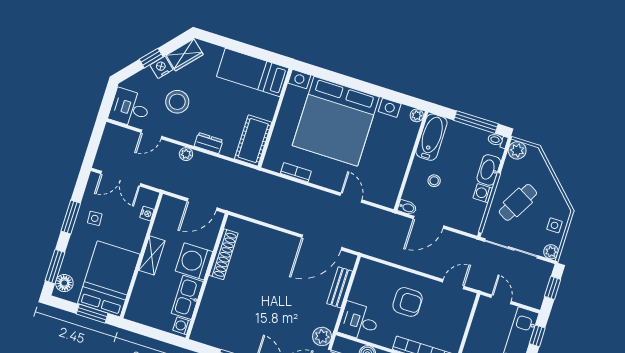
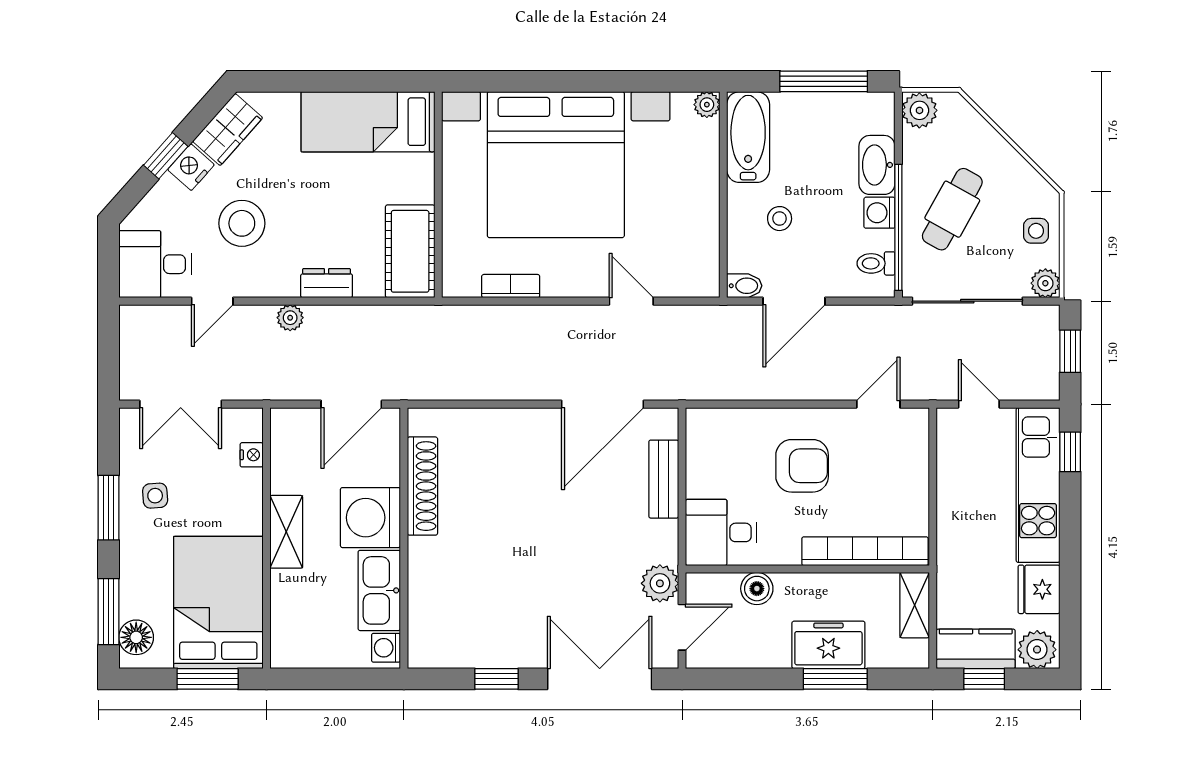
toilet: (498, 140) -> (876, 263), moved

